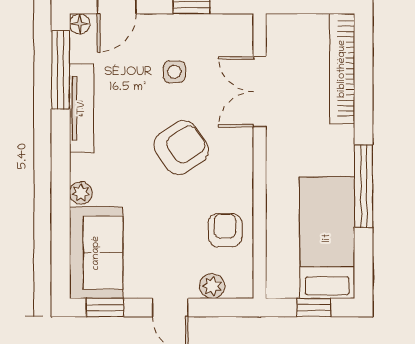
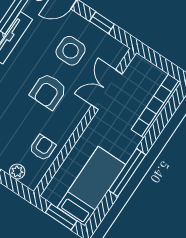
side table: (174, 72) -> (71, 51), width x1.87, depth x1.87
armchair: (181, 148) -> (48, 91), turned 124
window: (314, 308) -> (61, 217), width x1.50

